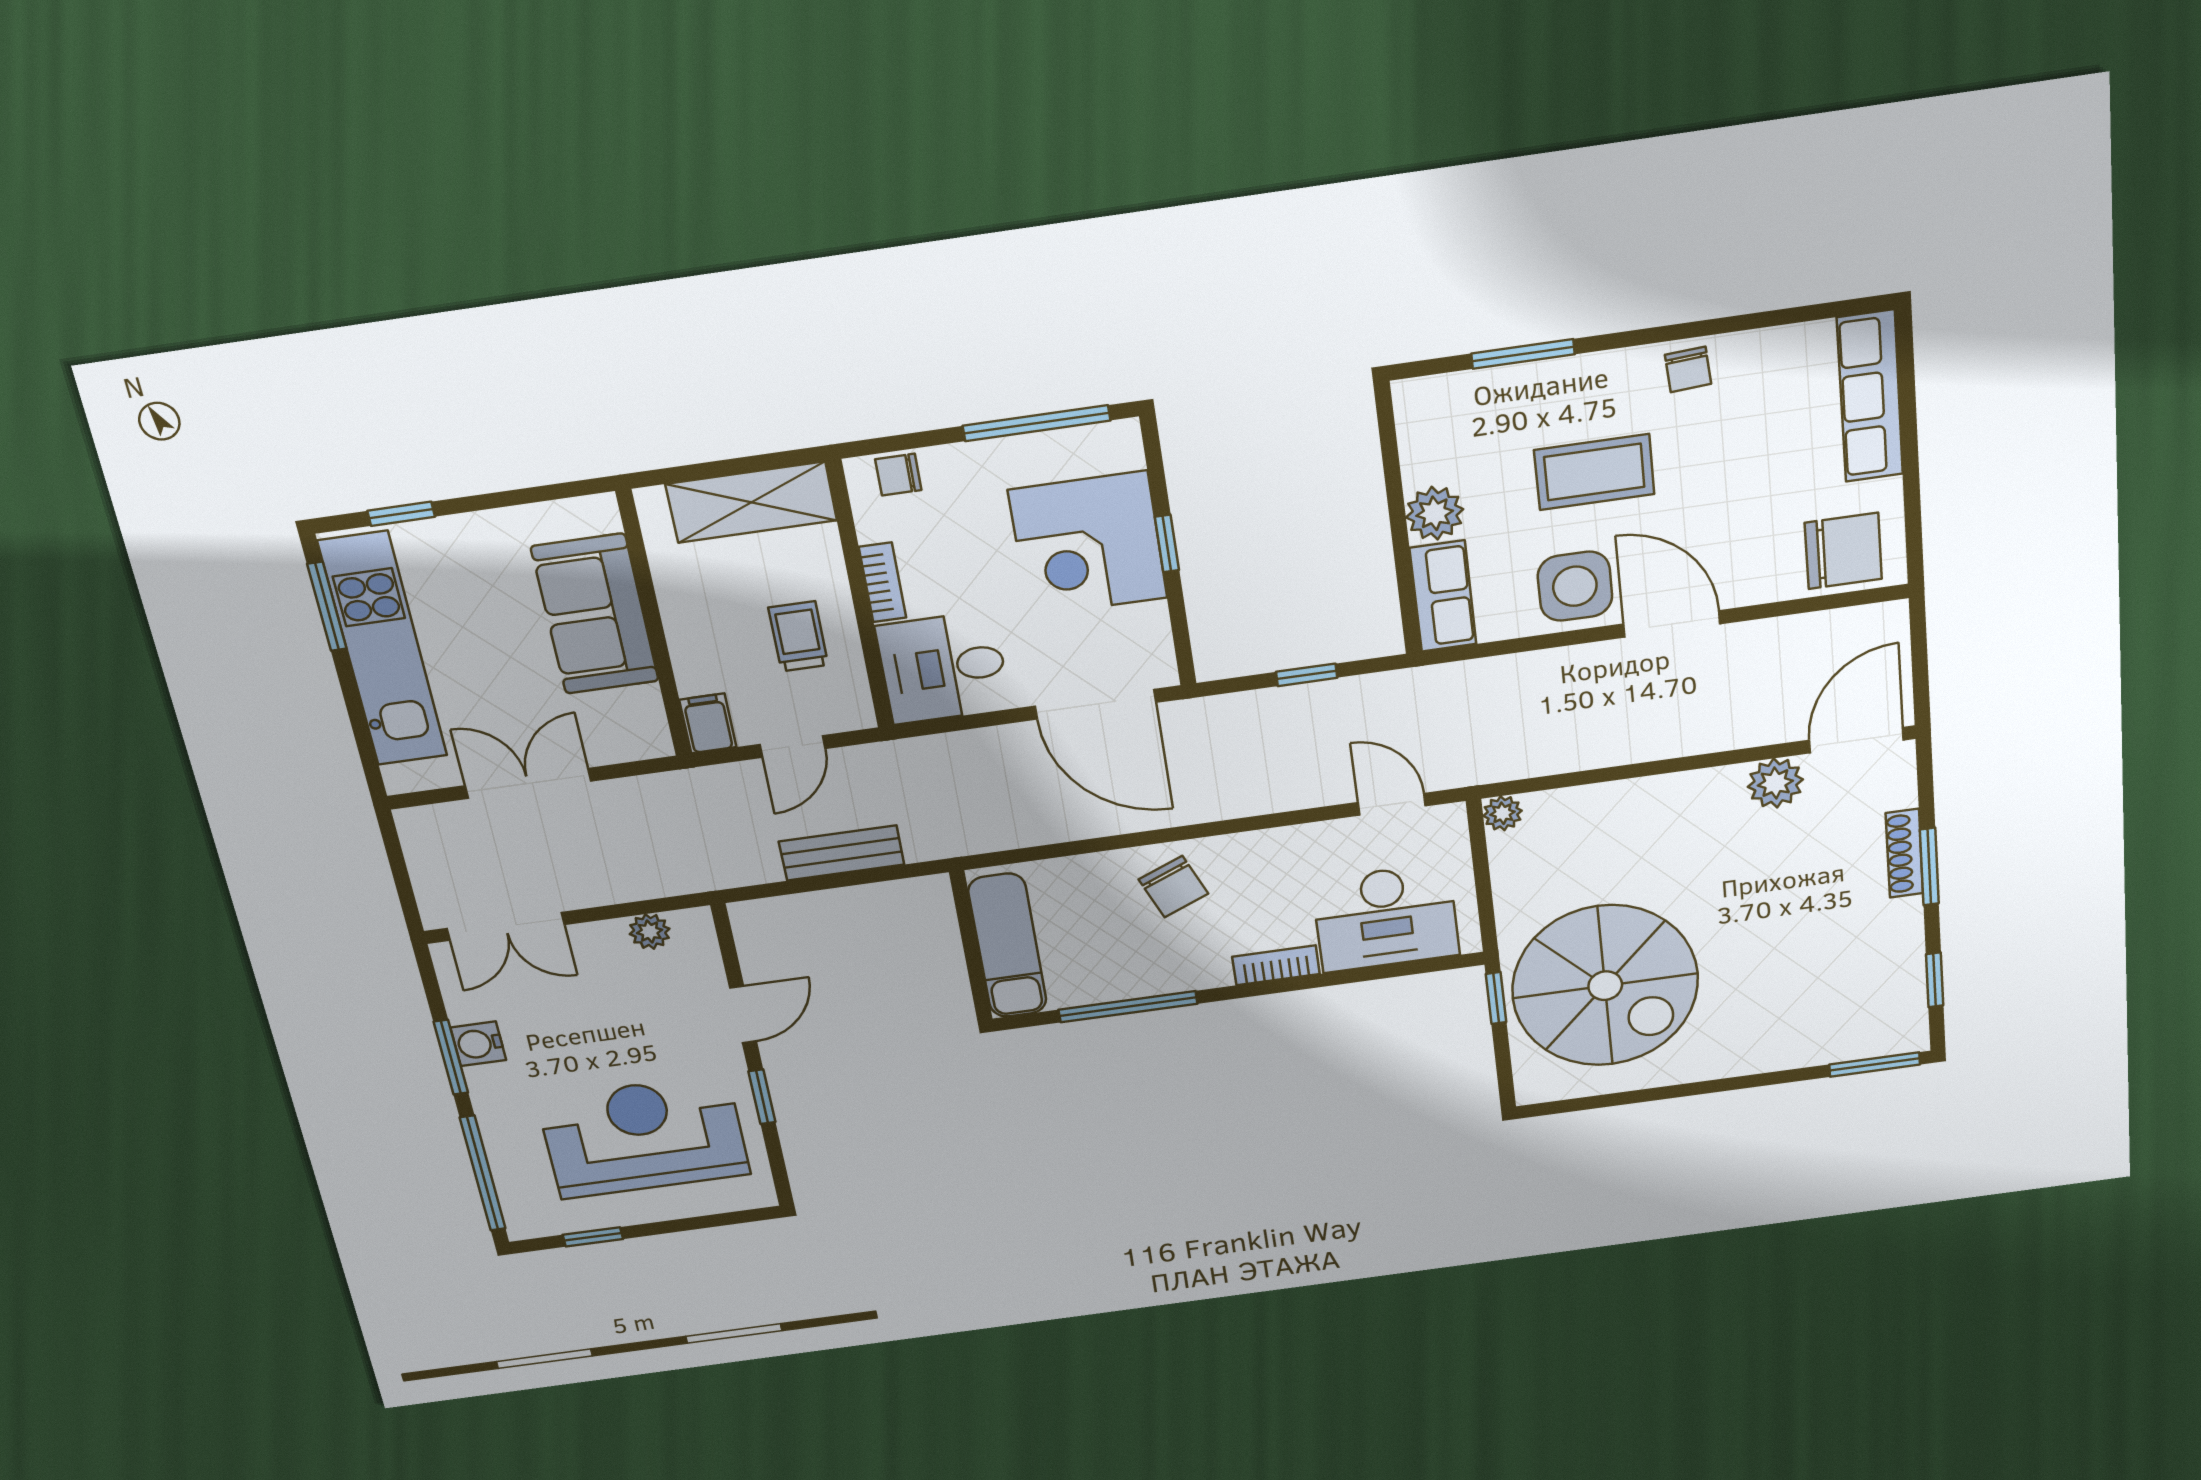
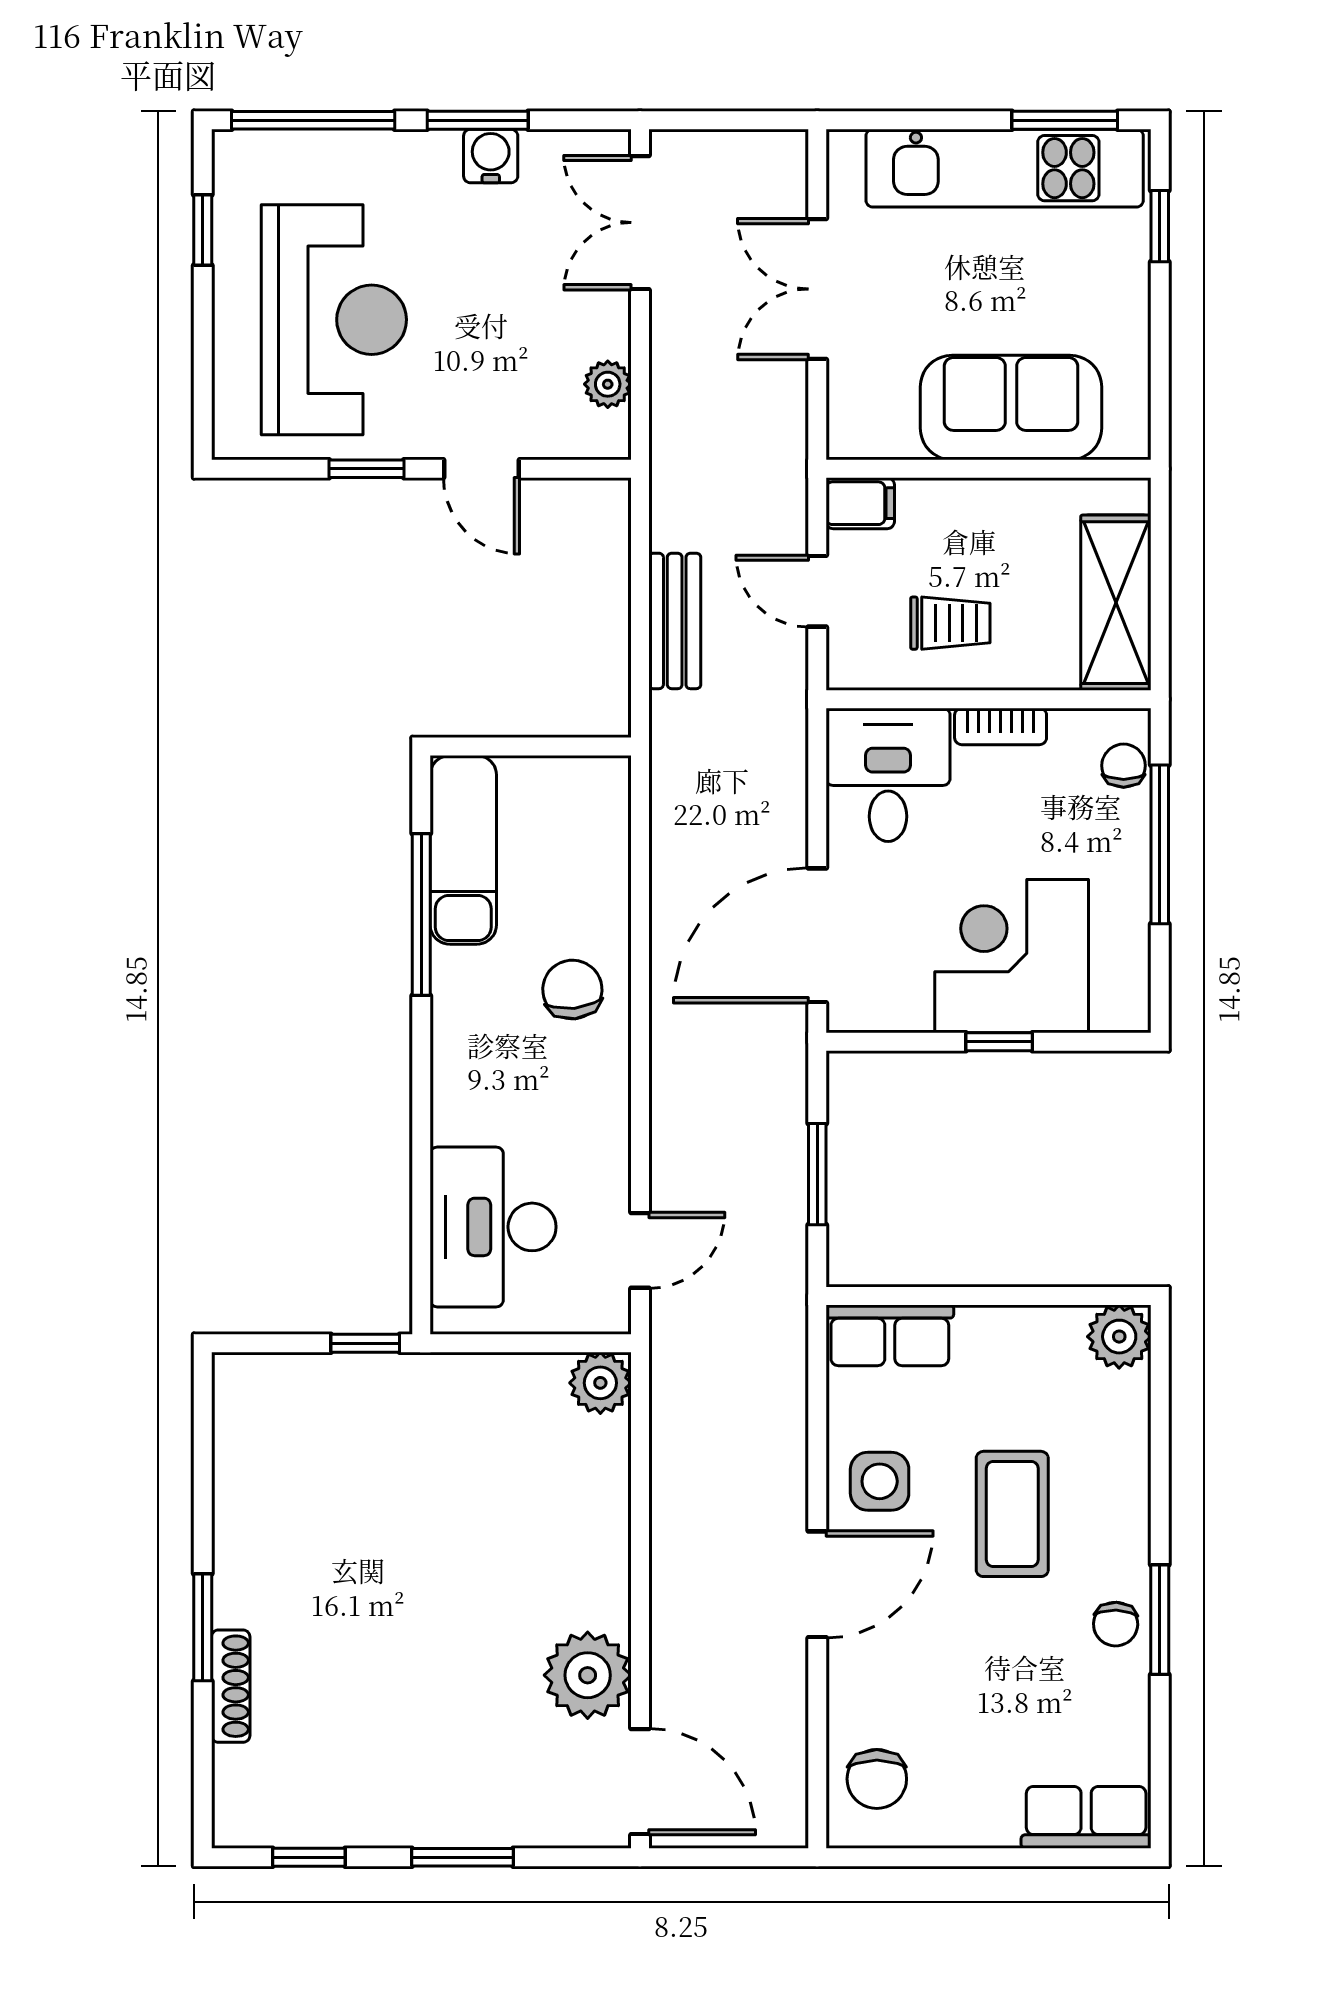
window: (1523, 354) -> (1160, 1620), moved
chair: (1688, 369) -> (1116, 1624), turned -84
row of seats: (1870, 396) -> (1086, 1817), width x0.68
window: (1037, 423) -> (1160, 844), moved
plant: (1435, 513) -> (1119, 1337), moved
chair: (1843, 551) -> (877, 1779), width x0.73, depth x0.73
side table: (1575, 586) -> (880, 1481), width x0.73, depth x0.73
window: (1307, 675) -> (817, 1174), width x1.50
double door: (528, 783) -> (817, 289), swing flipped
plant: (1775, 783) -> (588, 1675), width x1.36, depth x1.36
plant: (1503, 813) -> (600, 1383), width x1.38, depth x1.38
shoe rack: (1904, 853) -> (231, 1686), moved, turned 90
chair: (1173, 887) -> (572, 990), turned 107
exam couch: (1007, 946) -> (463, 850), moved, turned -90
bookcase: (1276, 965) -> (450, 1093), removed
spiral stairs: (1605, 986) -> (362, 1472), removed
window: (1875, 1064) -> (203, 1627), moved

